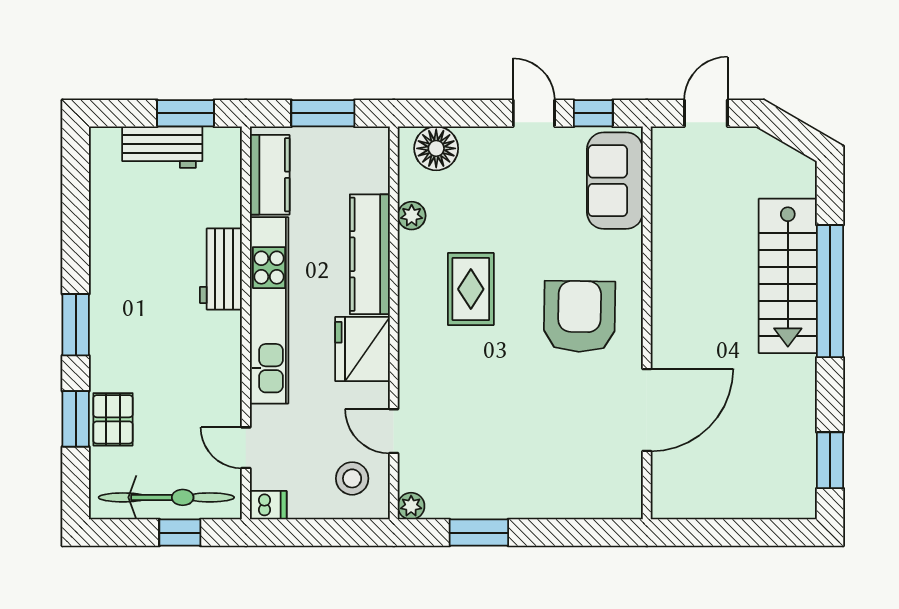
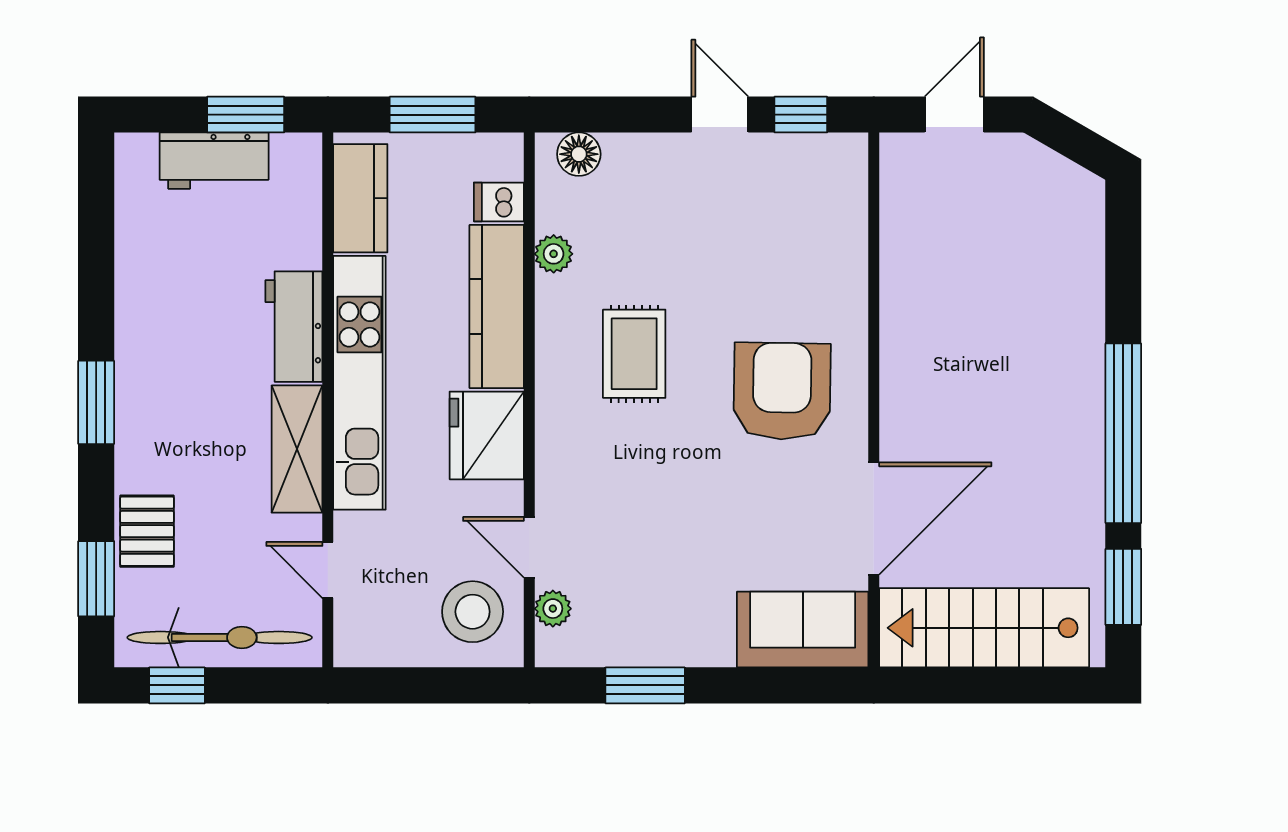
floor lamp: (436, 148) -> (579, 154), width x0.73, depth x0.73
sofa: (615, 181) -> (803, 629), moved, turned 90
stairs: (788, 276) -> (984, 628), moved, turned 90
window: (830, 291) -> (1123, 433), moved
shelving: (223, 359) -> (297, 449), added
window: (76, 419) -> (96, 579), moved
stool: (352, 478) -> (473, 612), width x1.38, depth x1.38
dishwasher: (268, 505) -> (499, 202), moved, turned 180
plant: (411, 506) -> (553, 609), moved
window: (180, 533) -> (177, 685), moved

